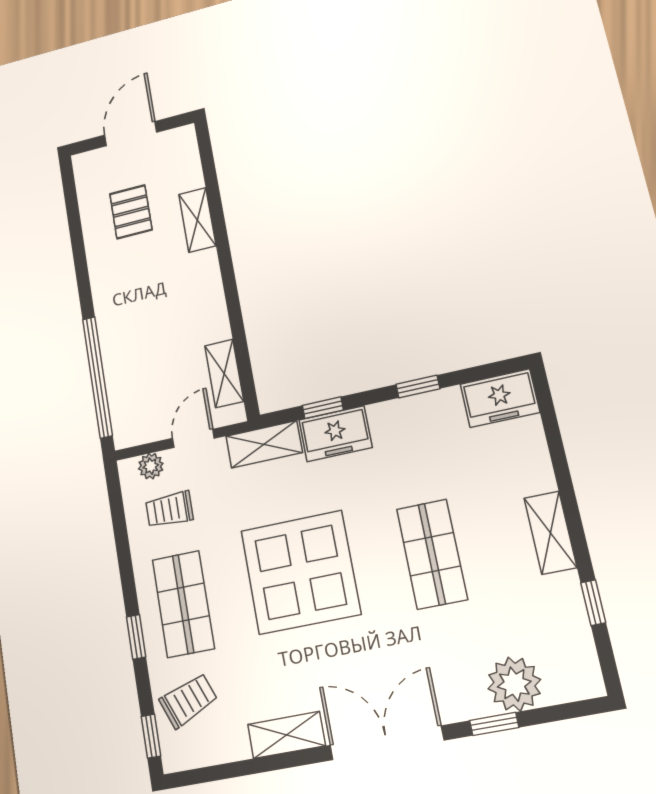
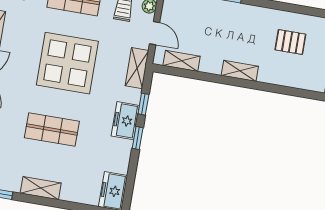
shelving: (197, 220) -> (240, 71), moved
window: (418, 386) -> (138, 138), moved
freezer: (335, 434) -> (125, 121), moved

